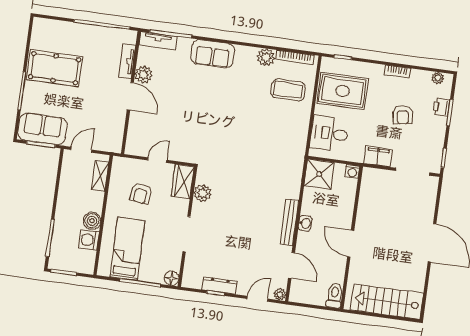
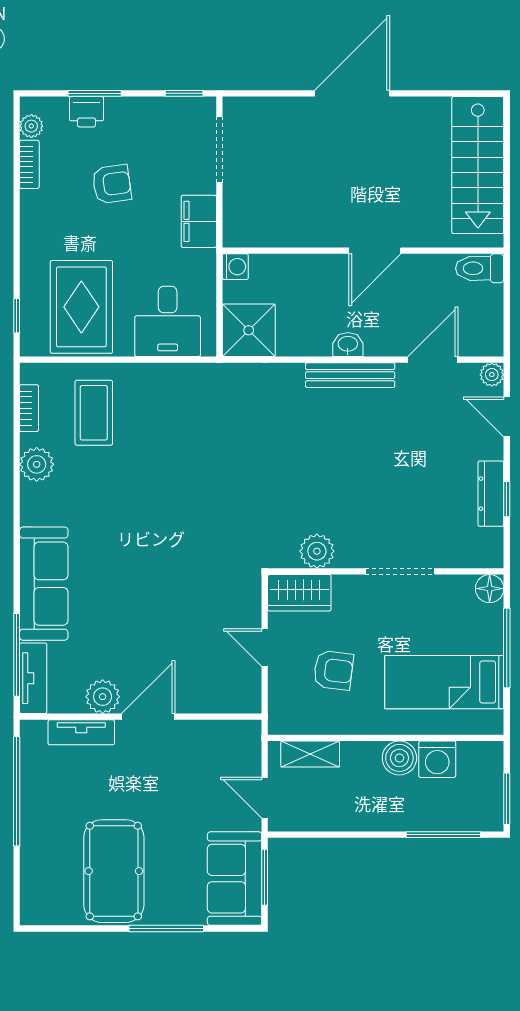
sofa: (213, 54) -> (44, 584), width x1.36
bookcase: (295, 57) -> (29, 408), width x0.64
bookcase: (397, 72) -> (29, 164), moved

